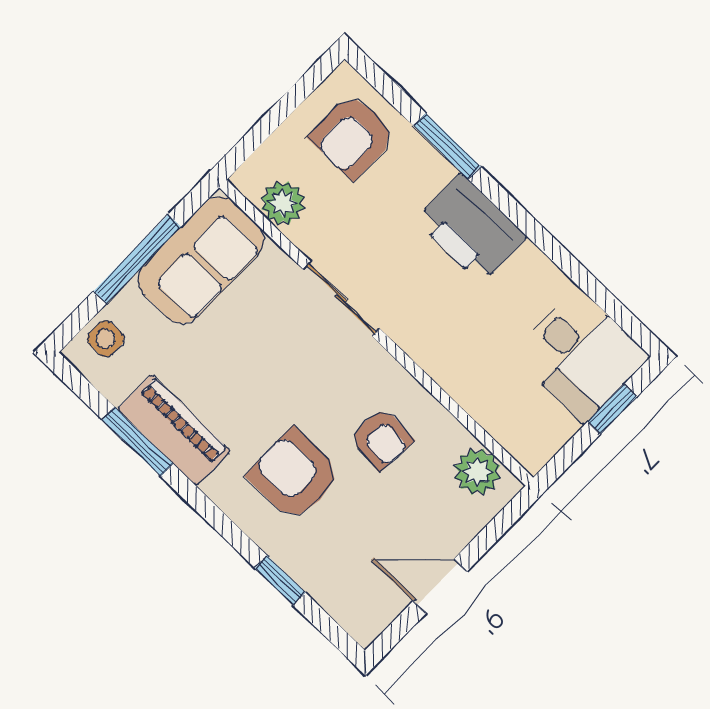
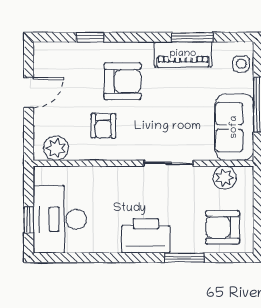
armchair: (353, 136) -> (223, 227), turned -90
desk: (581, 355) -> (60, 219), width x1.37
armchair: (381, 439) -> (103, 126), turned -94

